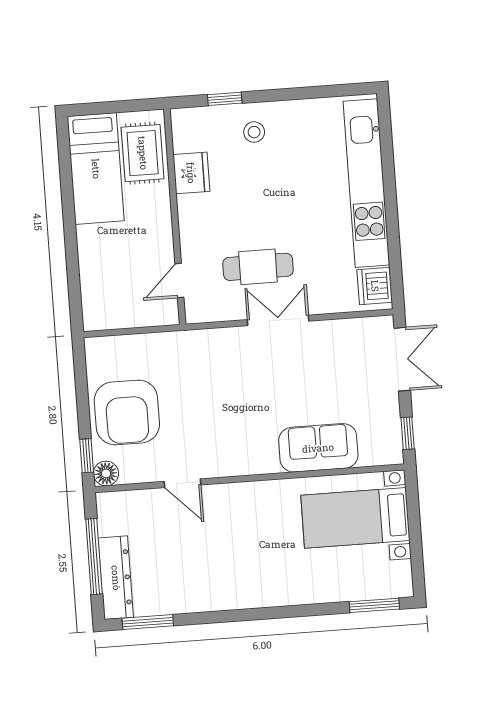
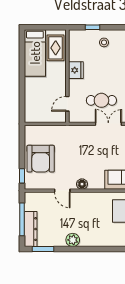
fridge: (191, 173) -> (76, 70), moved
floor lamp: (106, 473) -> (82, 184), moved
plant: (215, 596) -> (73, 240), added

